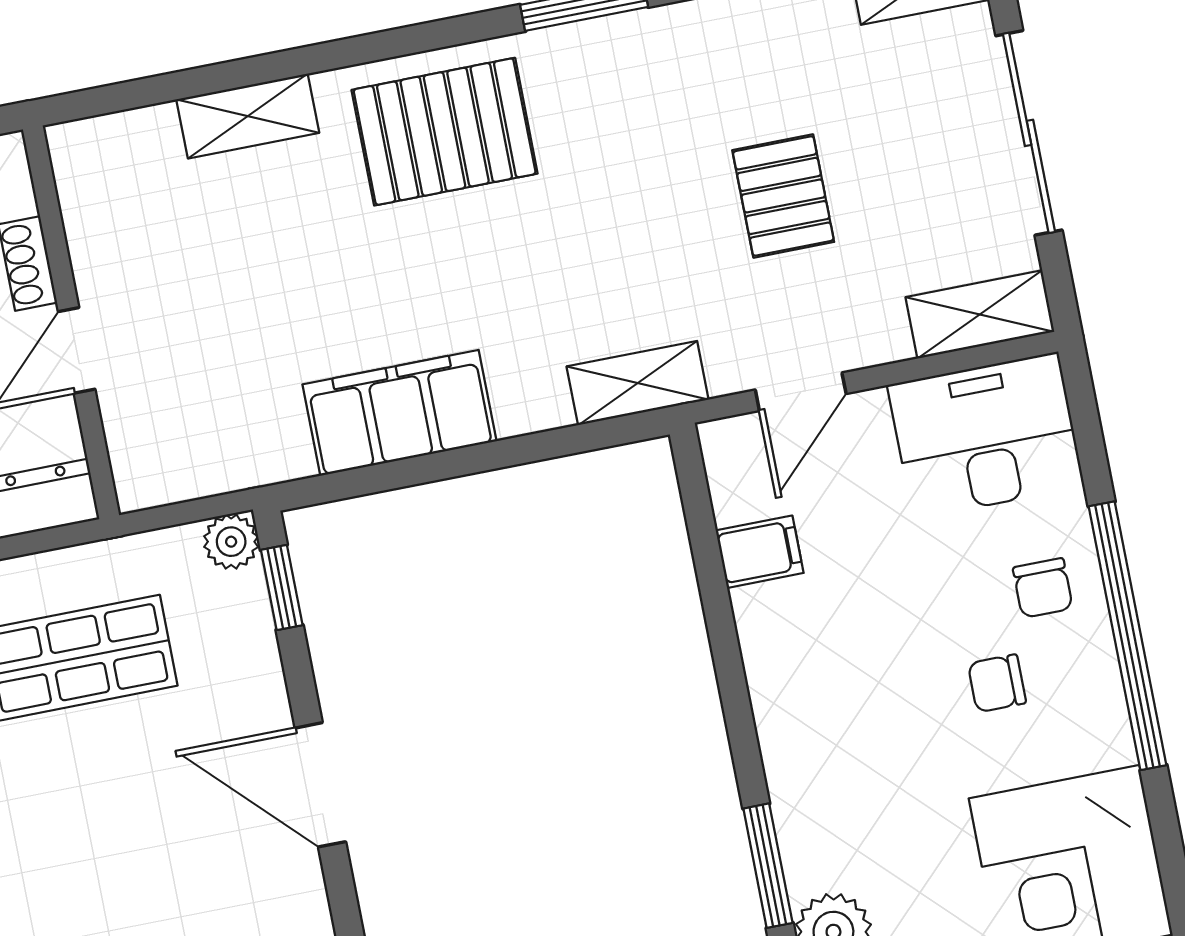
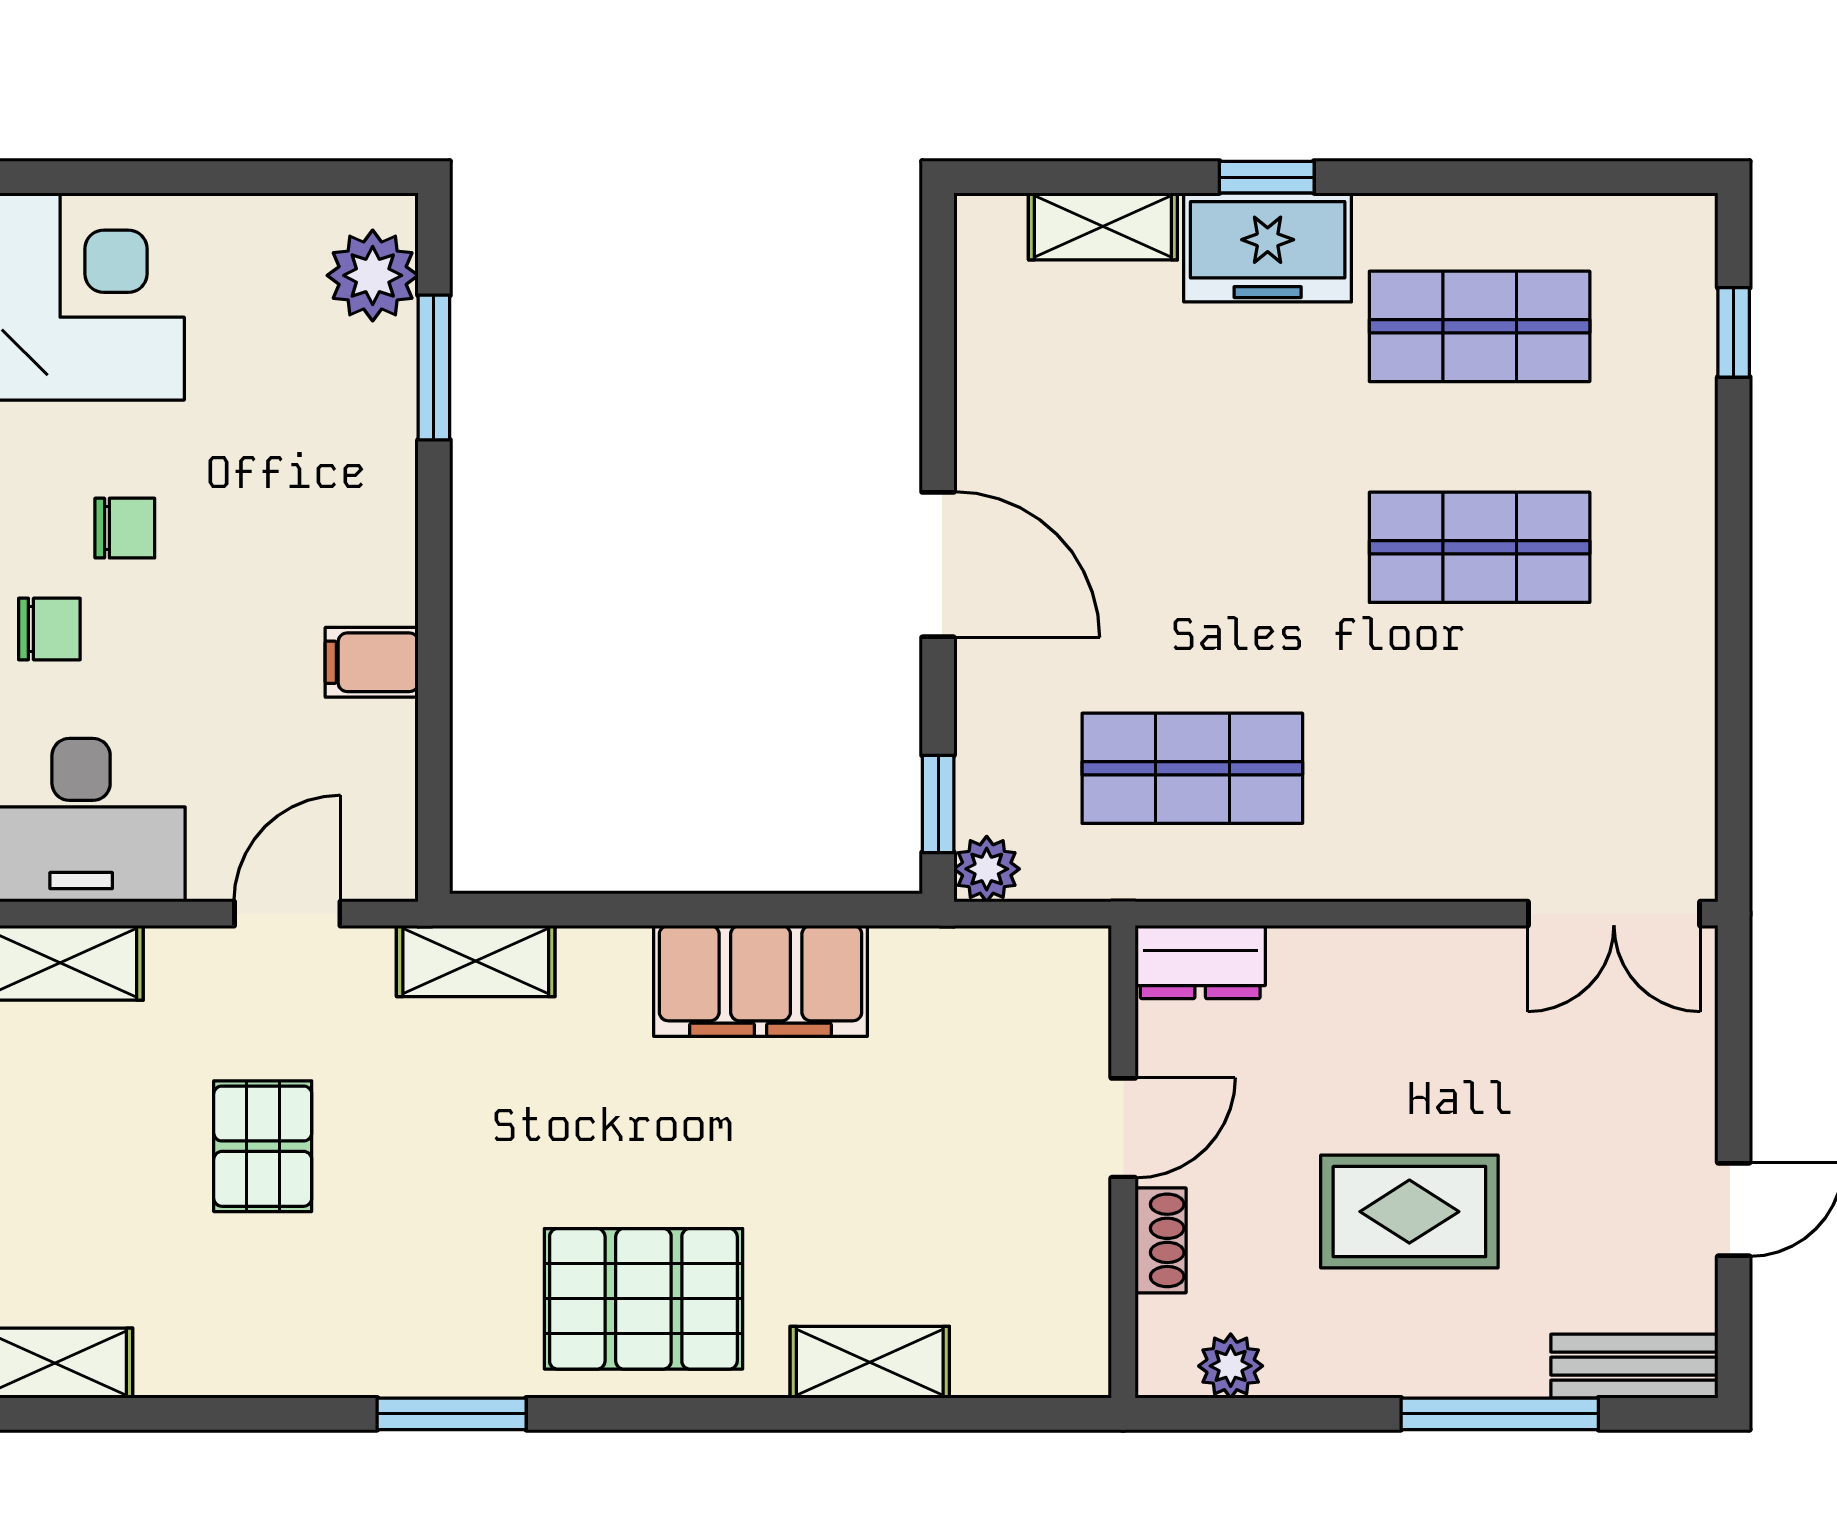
filing cabinet: (760, 552) -> (372, 662), moved
chair: (1043, 588) -> (49, 629), turned 90

